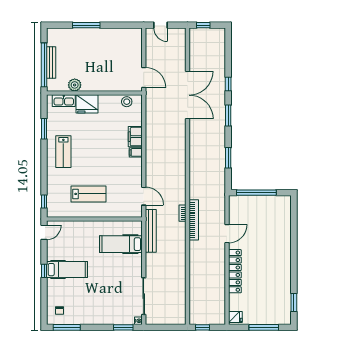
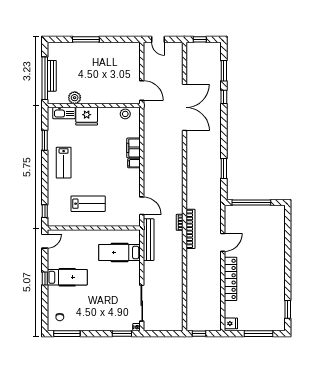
window: (228, 116) -> (224, 71), moved

